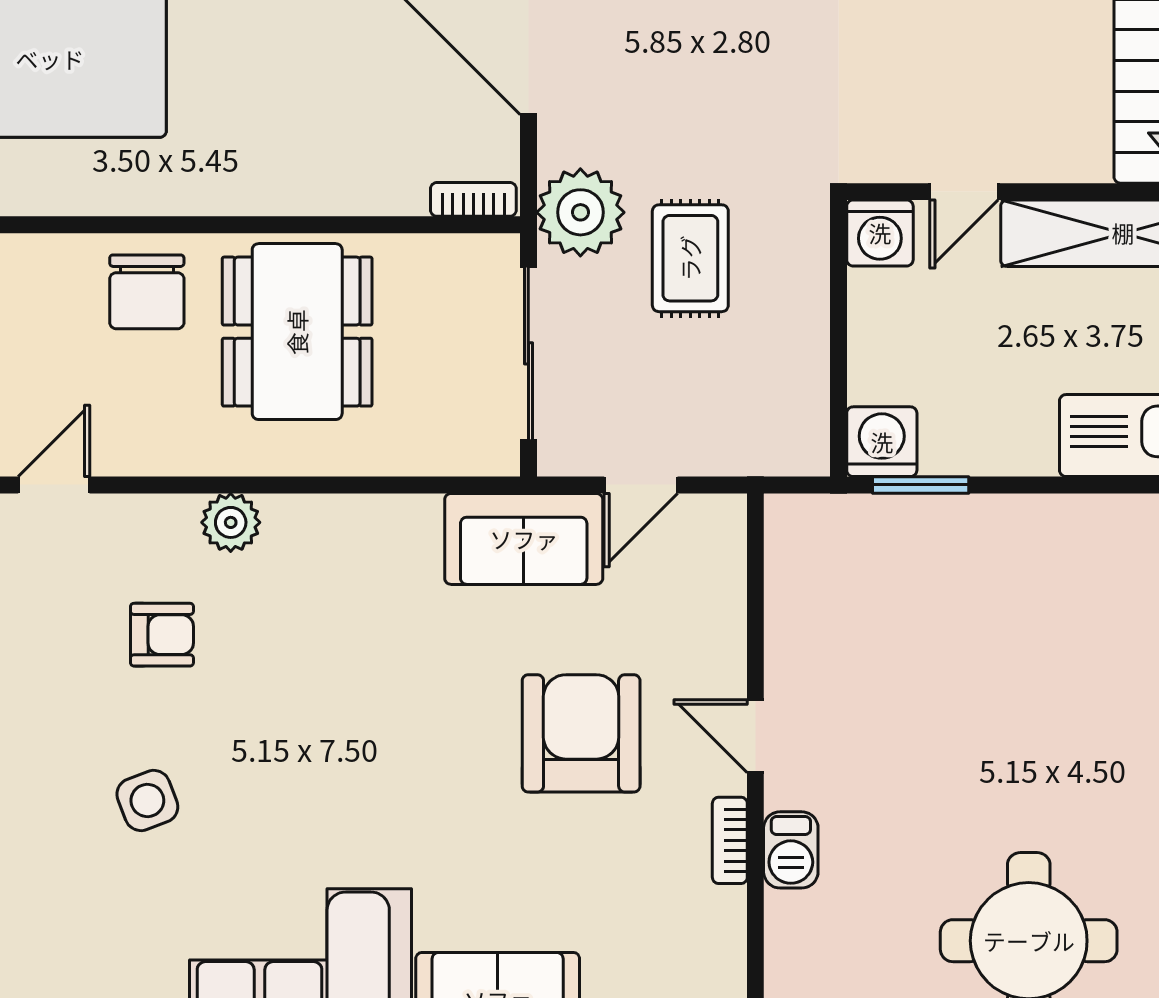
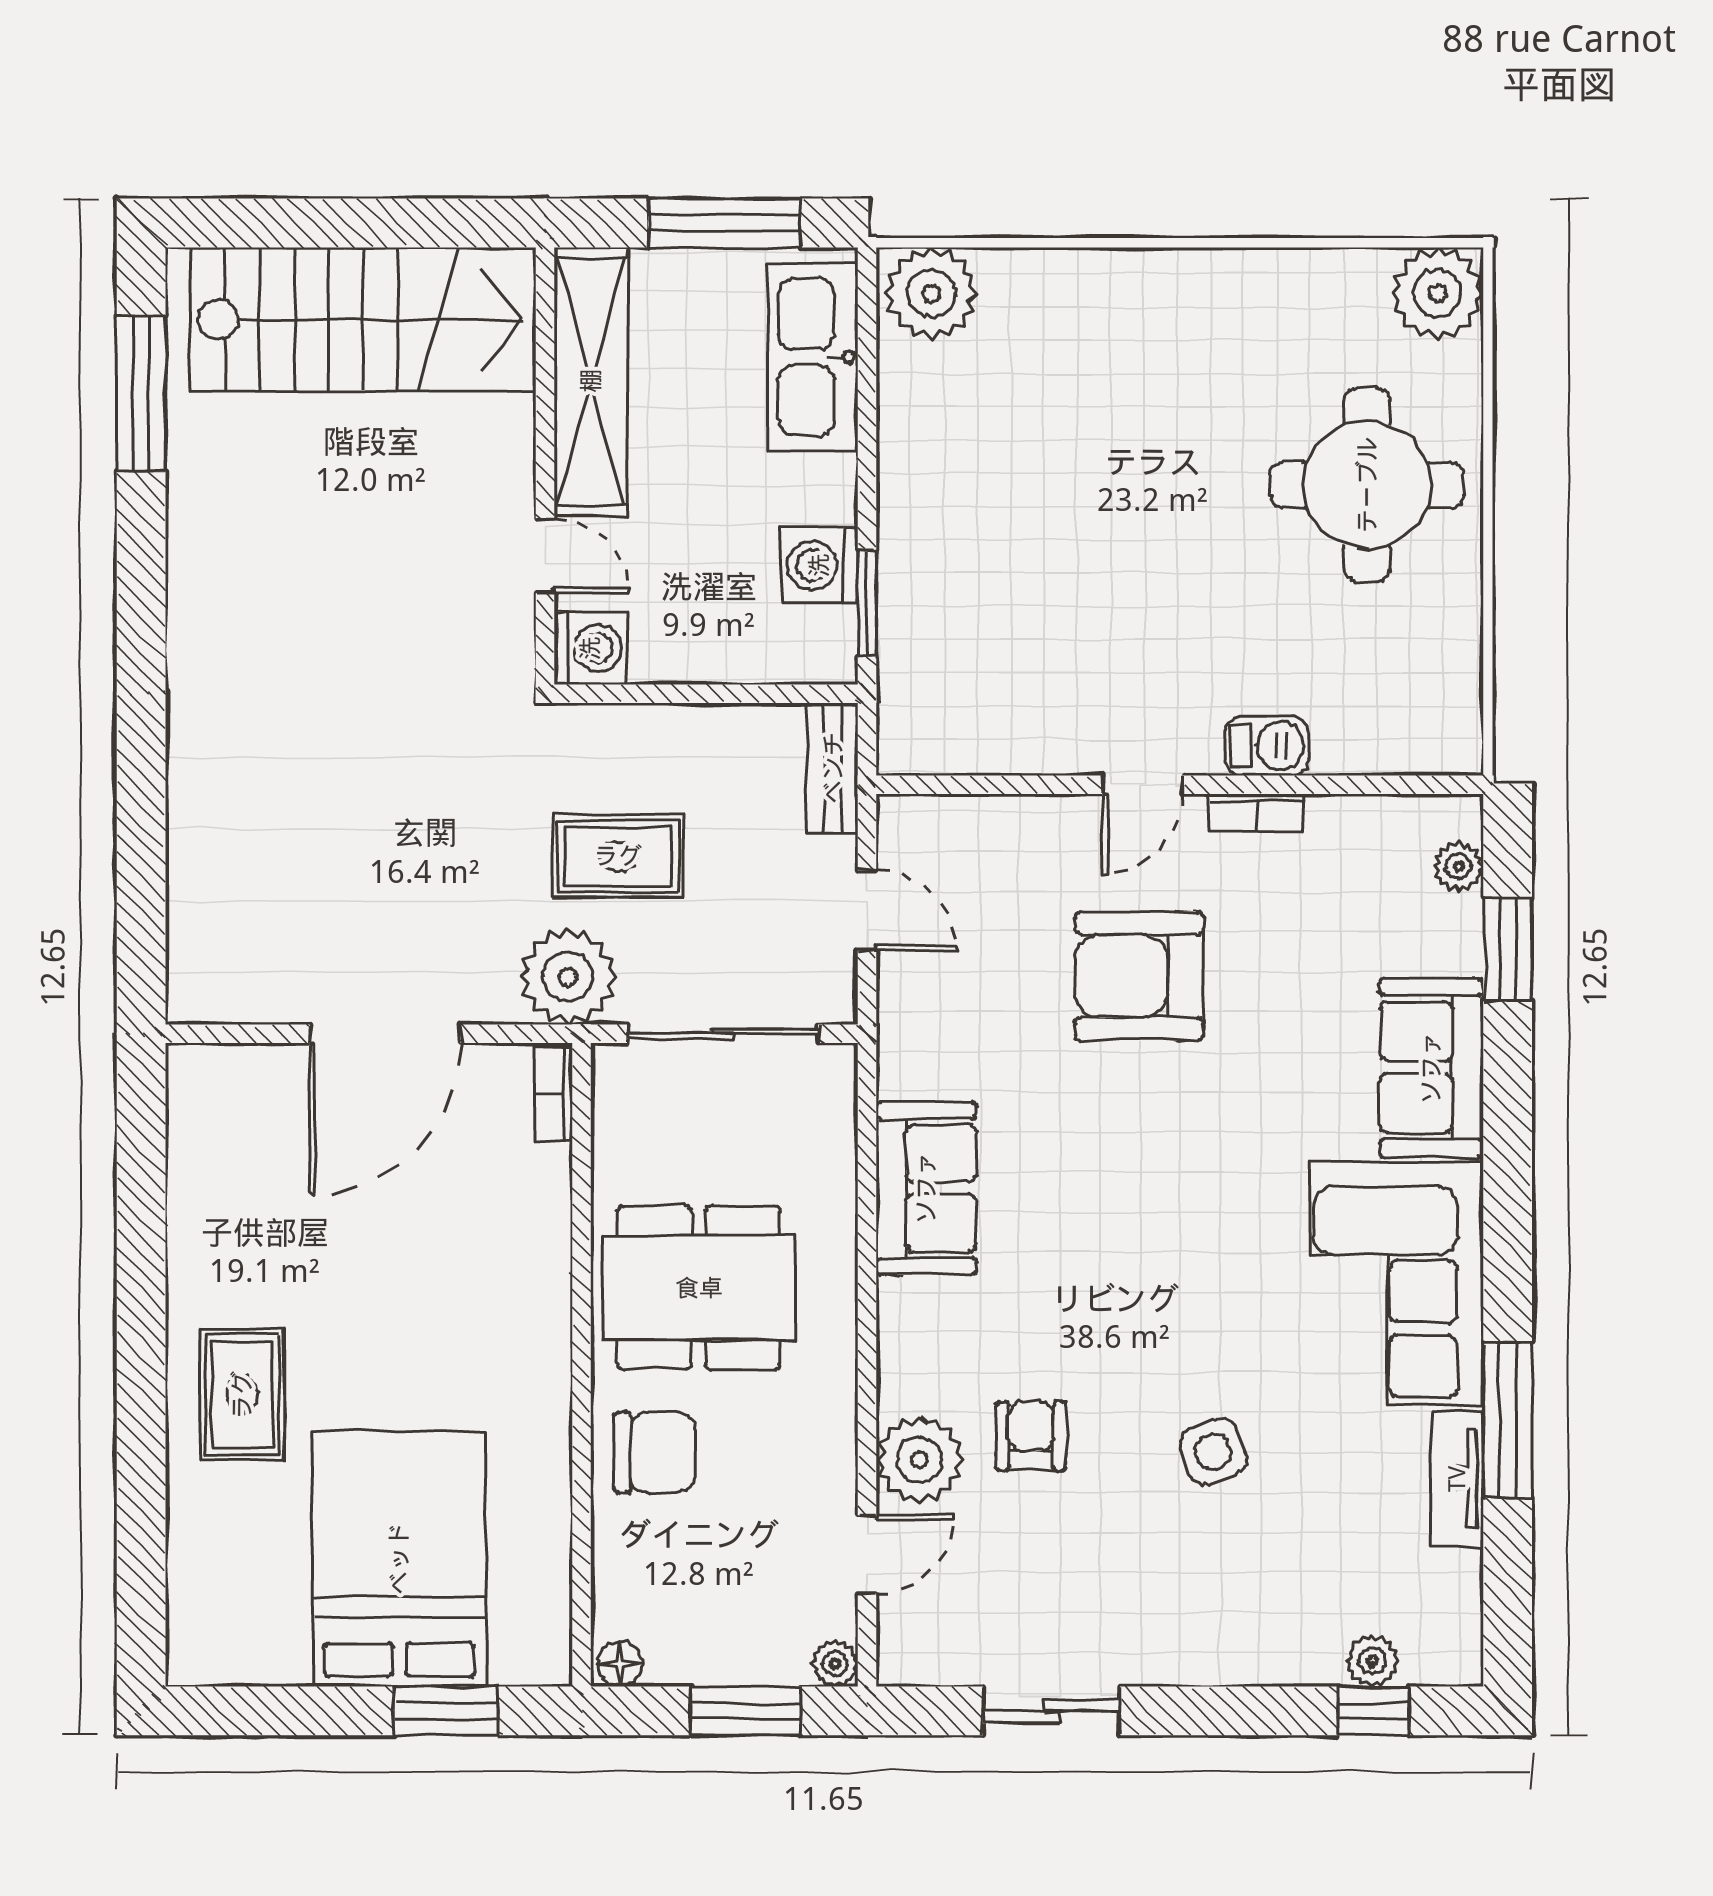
washing machine: (882, 442) -> (819, 565), moved
bench: (771, 454) -> (833, 768), added
door: (54, 485) -> (867, 1554), swing flipped
plant: (231, 522) -> (920, 1460), moved, width x1.36, depth x1.36
sofa: (524, 539) -> (926, 1188), moved

